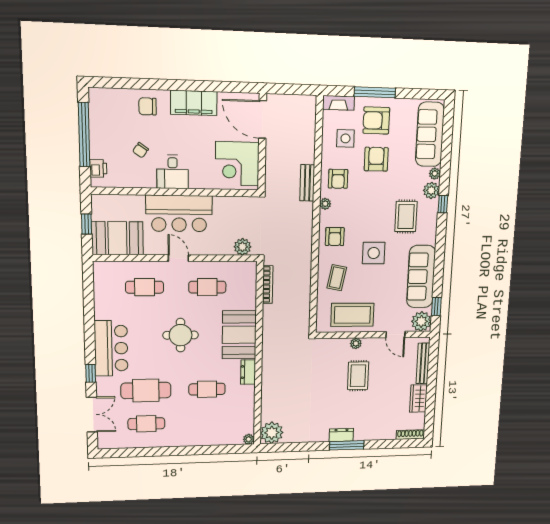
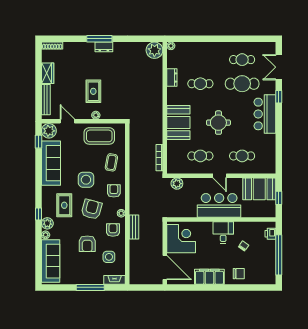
armchair: (376, 120) -> (92, 209), moved, turned -75
dresser: (248, 372) -> (172, 78), moved

